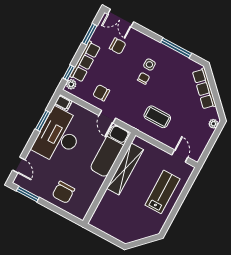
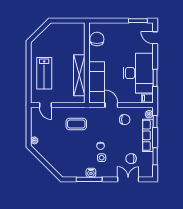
double door: (121, 18) -> (128, 179), moved
water cooler: (170, 54) -> (91, 173), added
row of seats: (204, 89) -> (54, 162), removed
chair: (63, 192) -> (97, 39), moved

